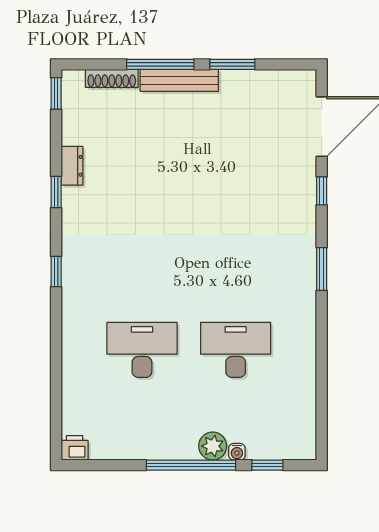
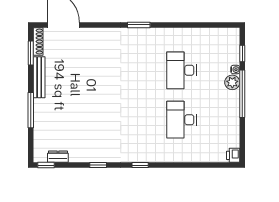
window: (232, 64) -> (31, 53), moved
shoe rack: (112, 78) -> (38, 42), moved
bench: (179, 80) -> (39, 77), moved
dresser: (72, 166) -> (58, 157), moved
window: (322, 191) -> (98, 25), removed

